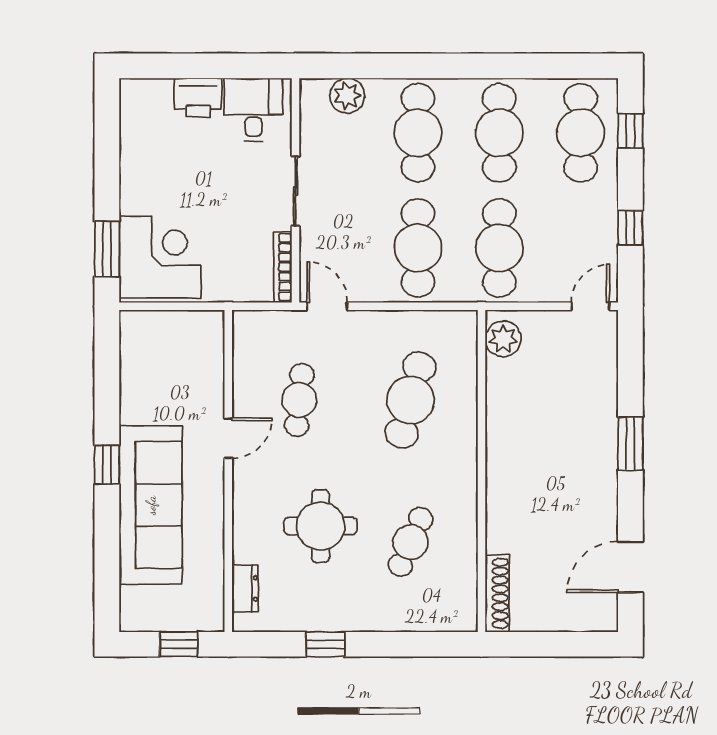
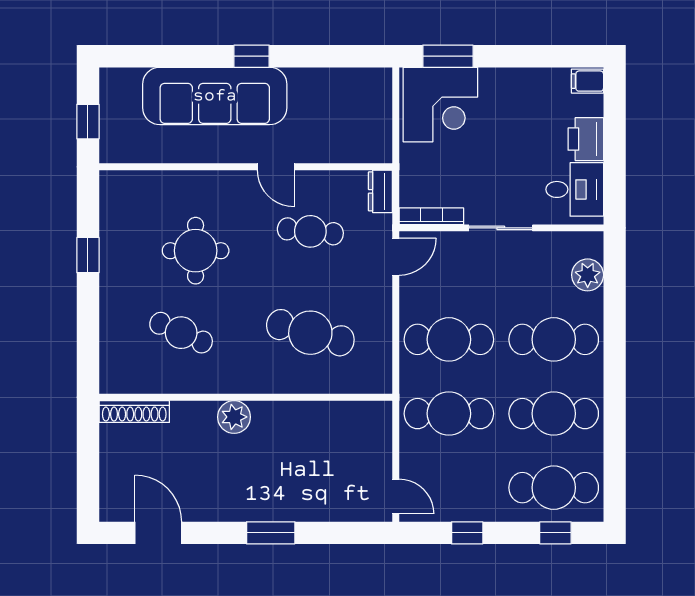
filing cabinet: (134, 96) -> (587, 81), added
plant: (503, 339) -> (234, 417), moved
dresser: (245, 588) -> (380, 191), moved, turned 90

